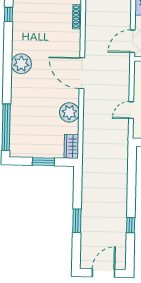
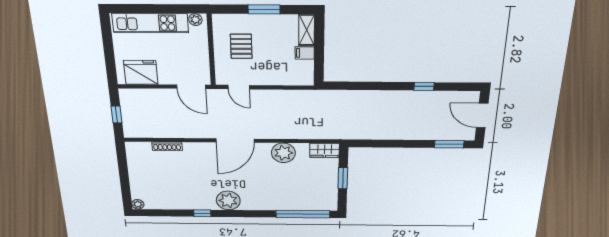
window: (9, 15) -> (202, 213), moved
door: (131, 110) -> (239, 87), moved
window: (77, 221) -> (449, 144), moved

